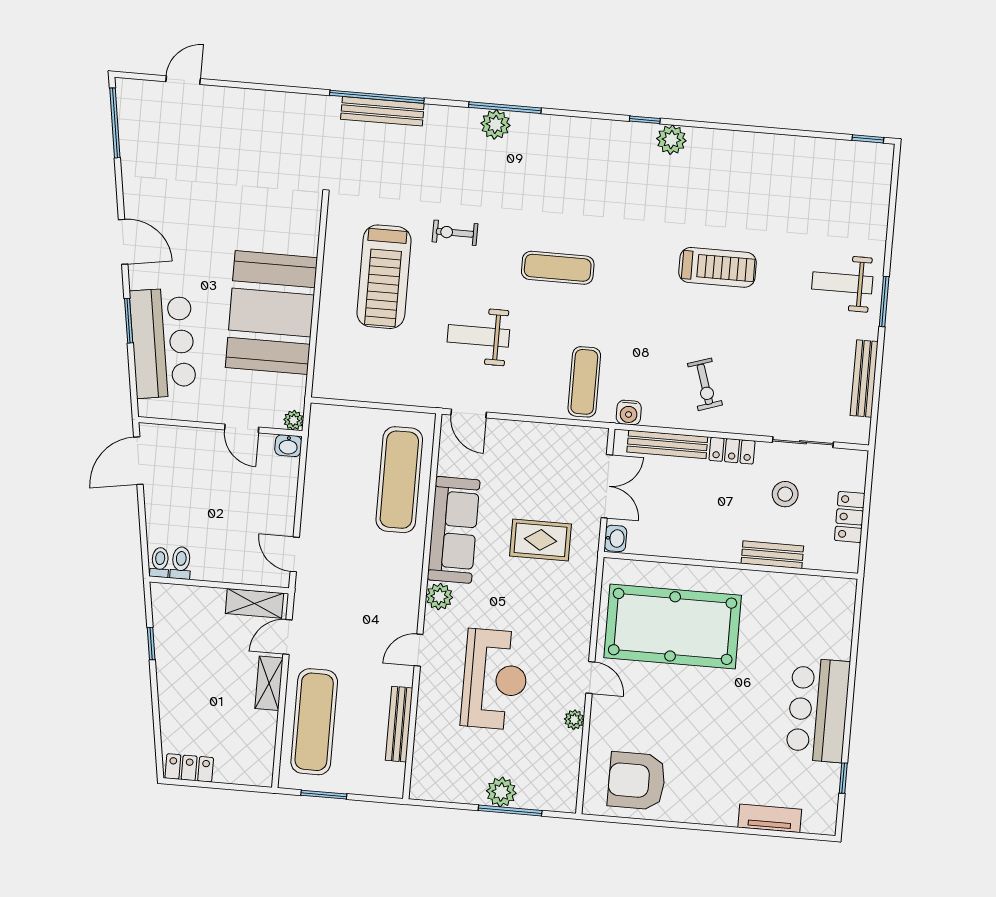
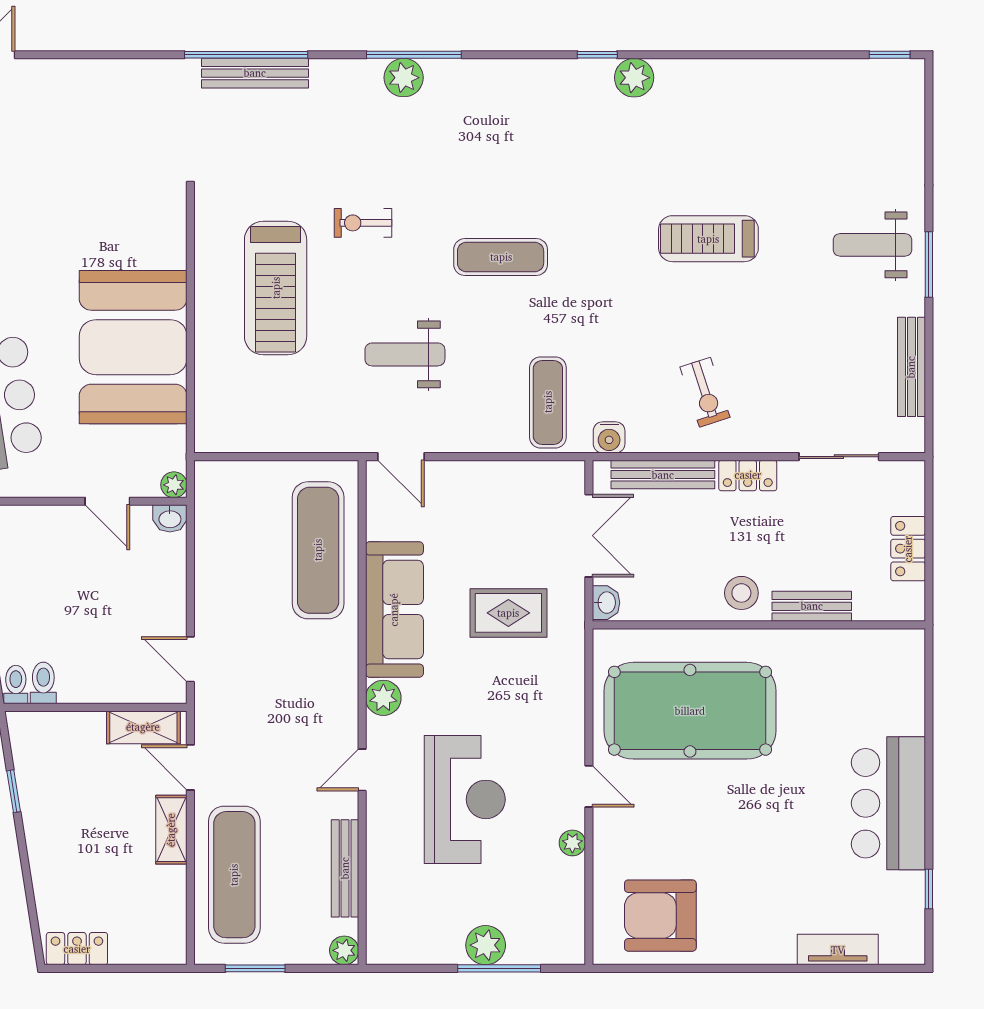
treadmill: (718, 267) -> (708, 239), turned 180
stool: (785, 494) -> (741, 593), moved
door: (288, 637) -> (190, 767), hinge flipped
plant: (393, 787) -> (344, 950), added

